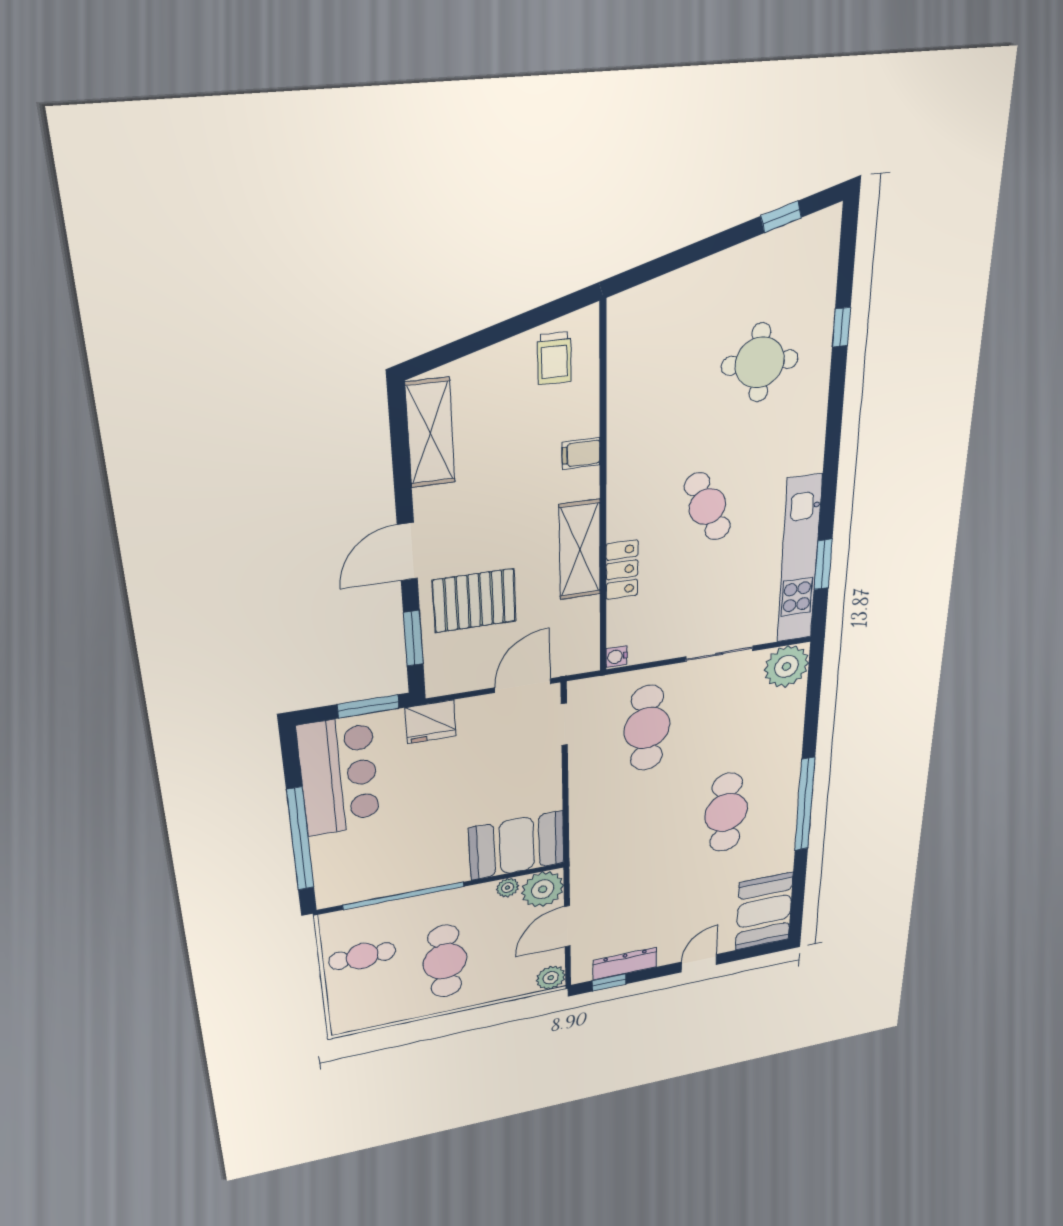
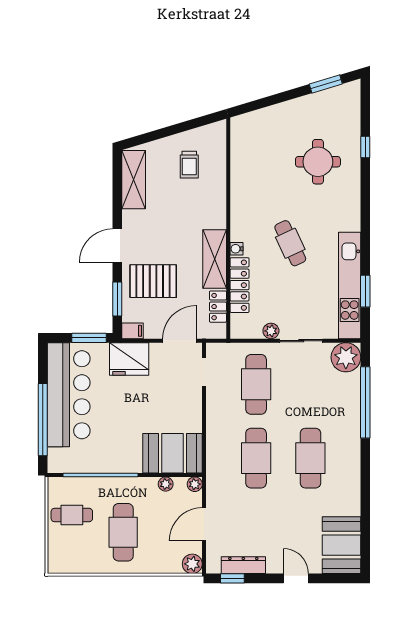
window: (781, 217) -> (326, 84), width x1.50
trolley: (554, 358) -> (189, 165), moved
filing cabinet: (581, 454) -> (133, 331), moved, turned 180
locker: (622, 570) -> (240, 285), width x1.53
locker: (586, 624) -> (218, 307), added
plant: (672, 647) -> (271, 331), added
water cooler: (617, 657) -> (237, 249), moved
fridge: (431, 722) -> (129, 359), width x1.36, depth x1.34
bar counter: (339, 776) -> (69, 395), width x1.36
window: (805, 804) -> (365, 402), moved
cafe table: (645, 828) -> (256, 458), added
plant: (543, 889) -> (195, 484), width x0.53, depth x0.53
door: (699, 963) -> (296, 578), hinge flipped

